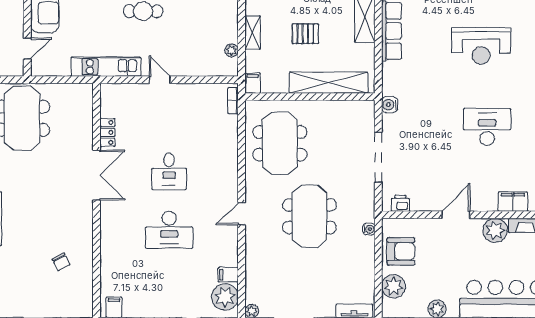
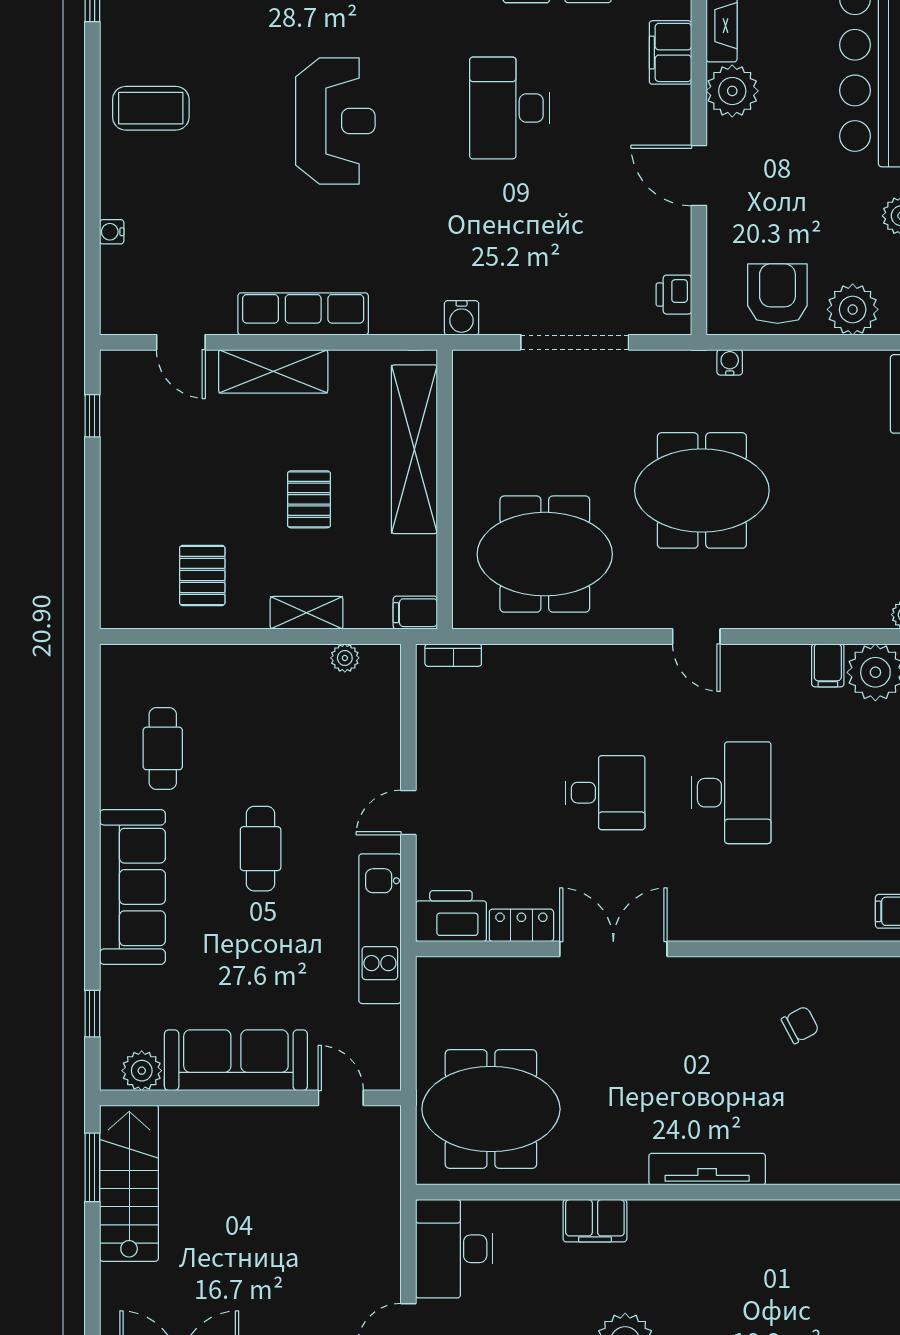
printer: (112, 100) -> (451, 916), added

